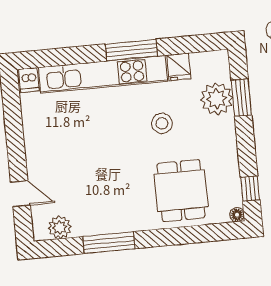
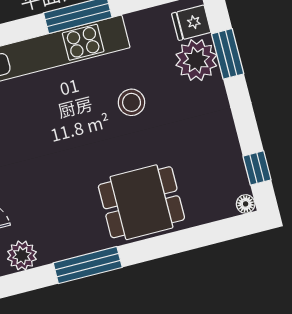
fridge: (179, 67) -> (191, 23), moved, turned 90
dining table: (181, 191) -> (141, 202), moved, turned 90

